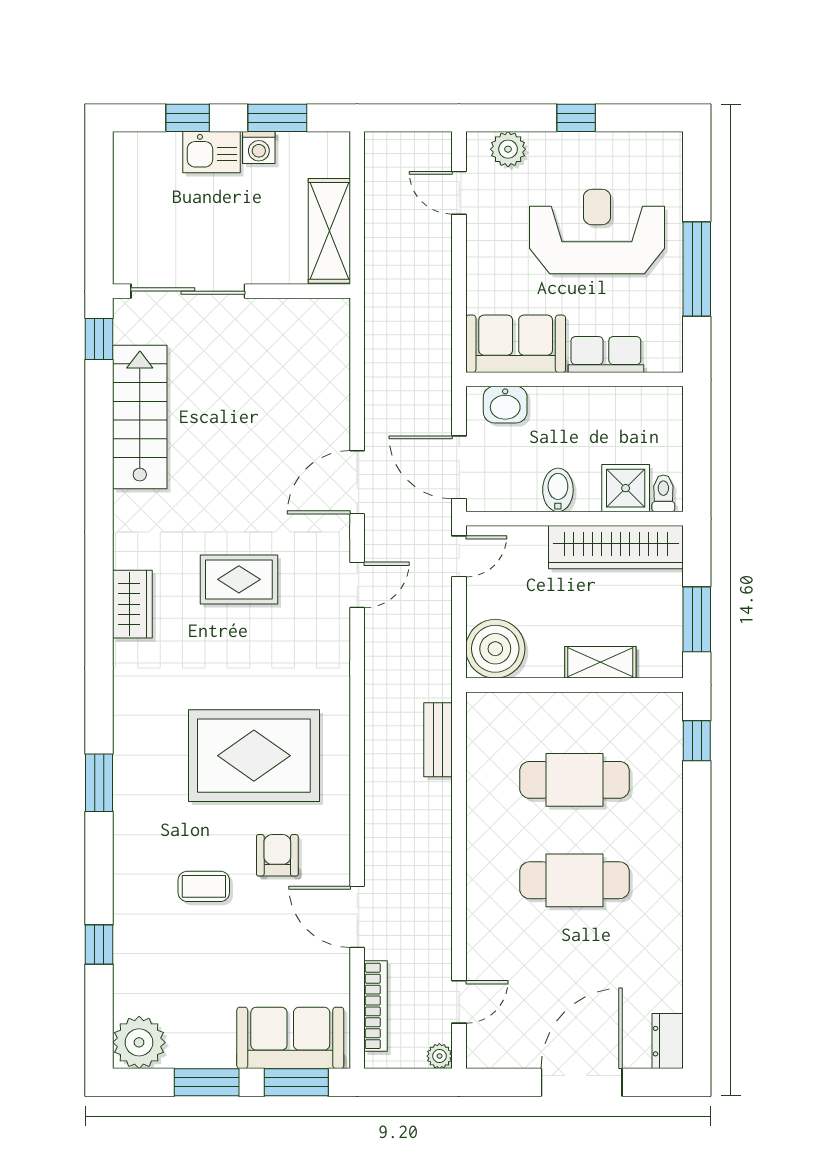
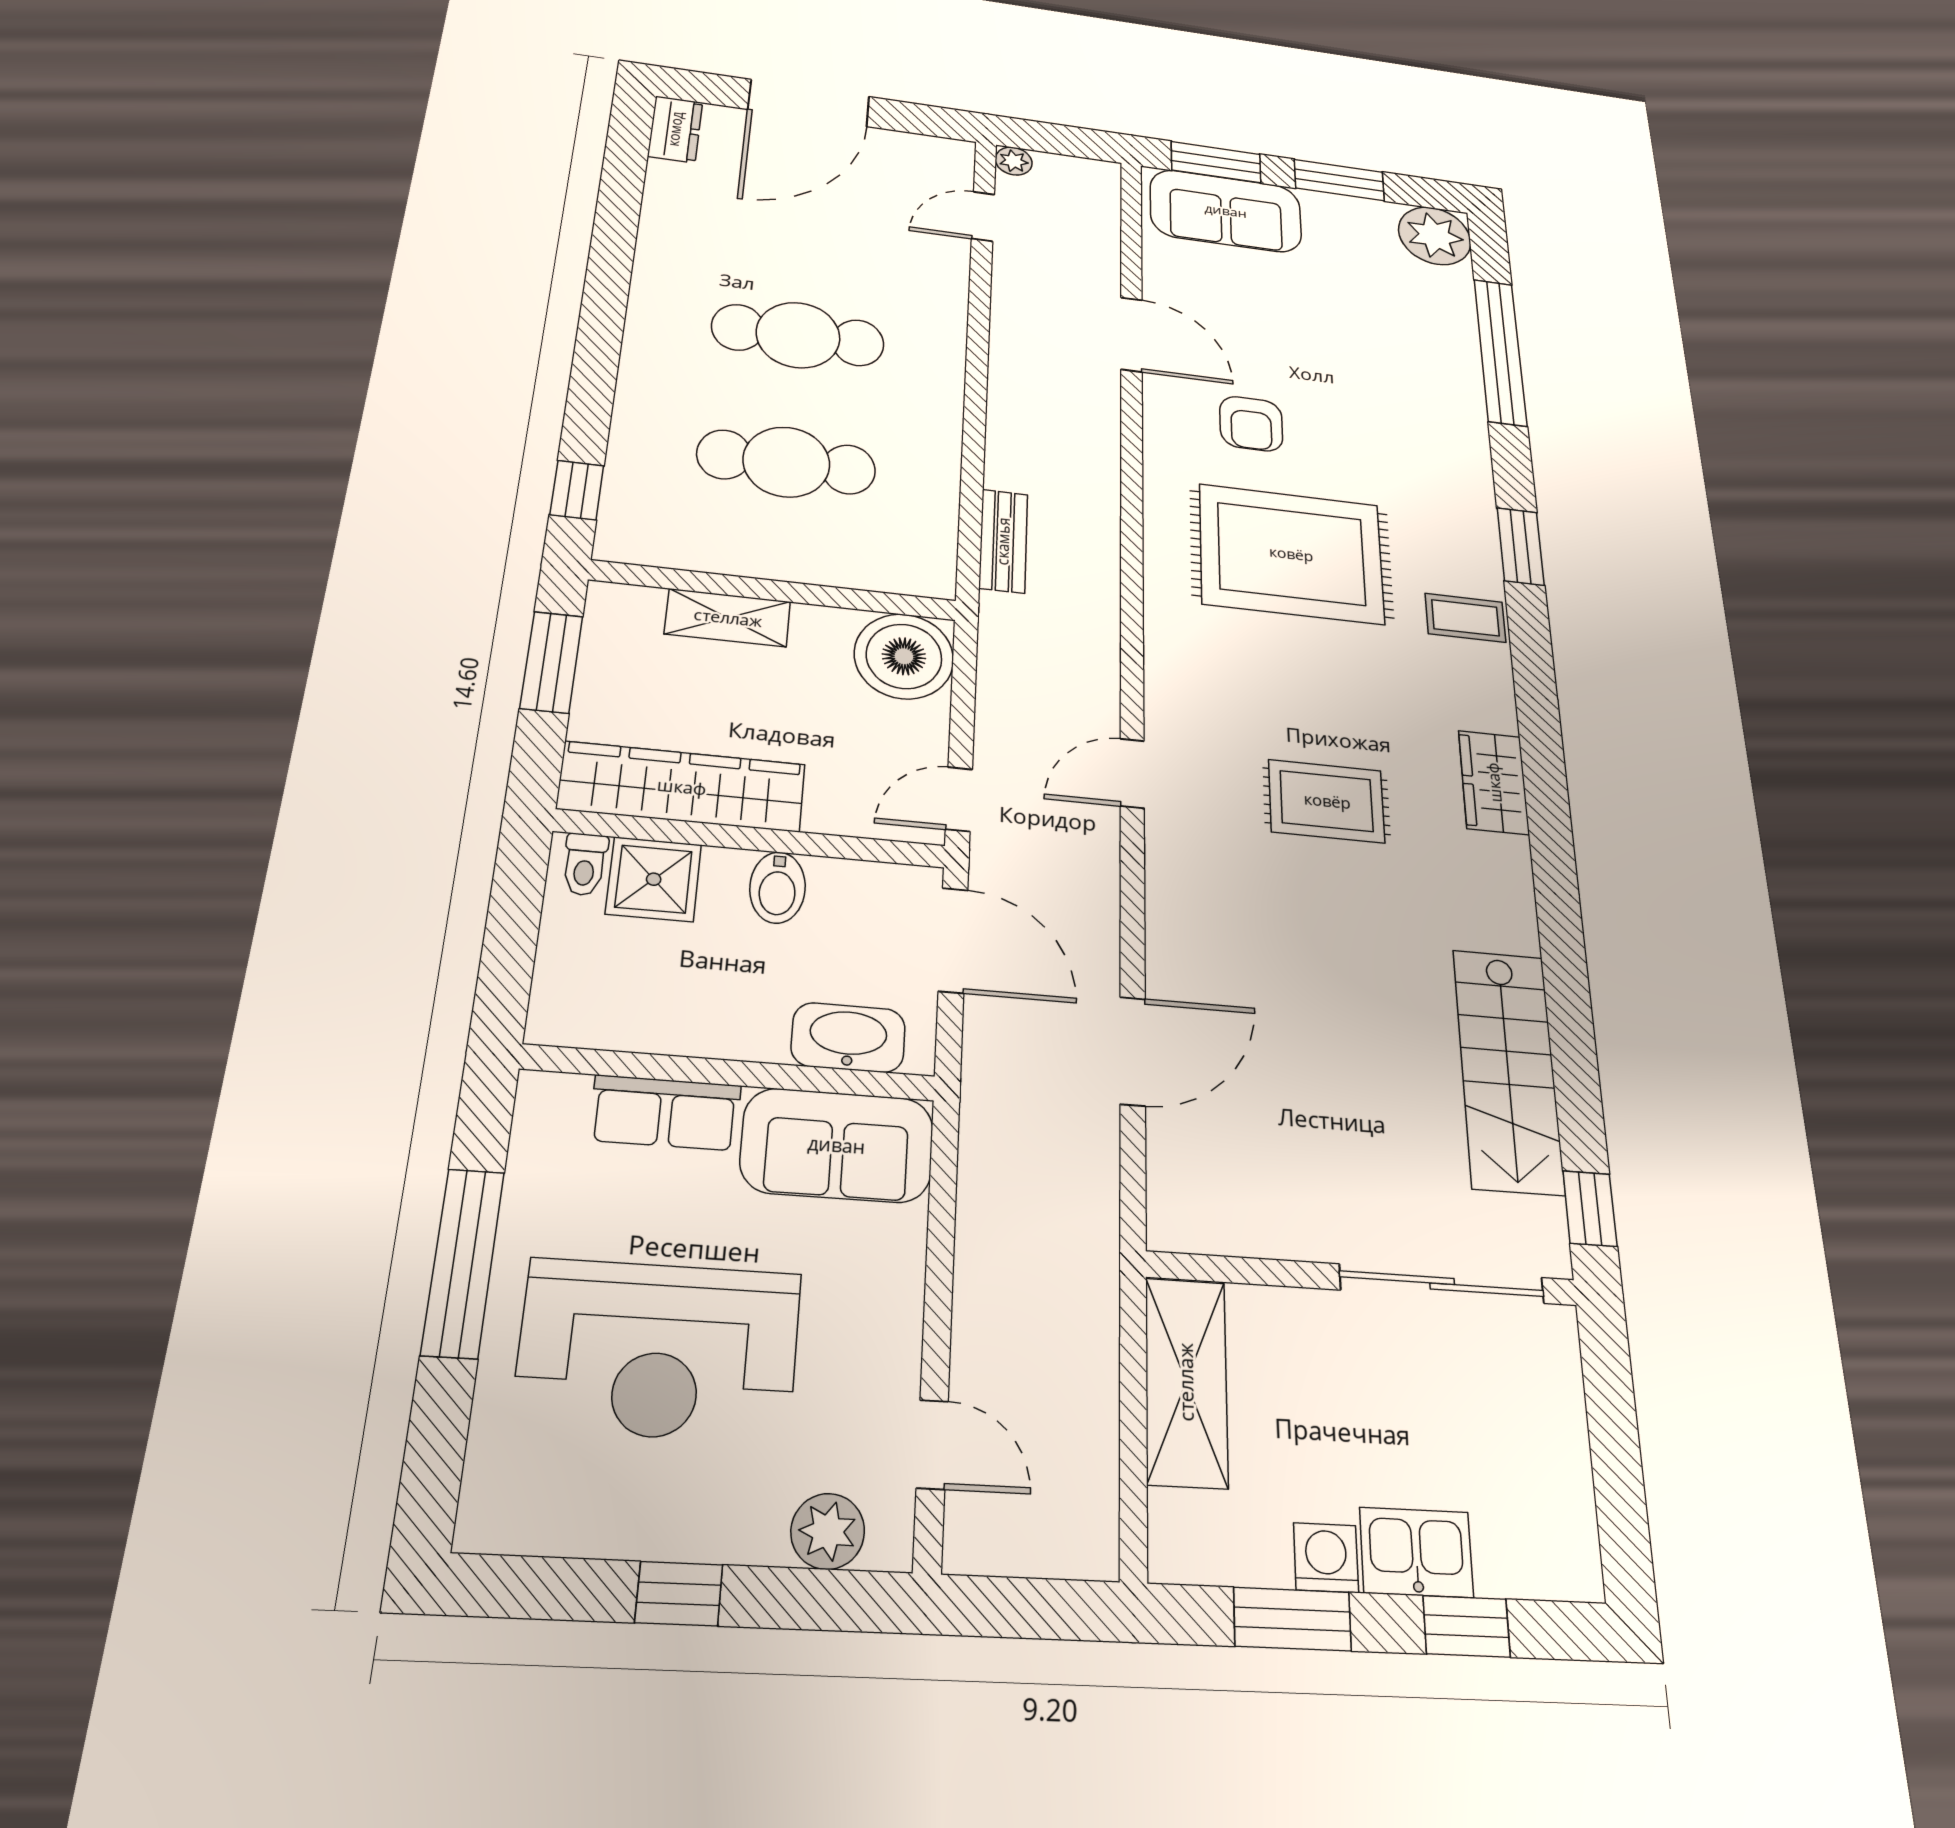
washbasin: (505, 405) -> (848, 1038), width x1.38
door: (357, 482) -> (1133, 1051), moved
coffee table: (204, 886) -> (1465, 618), moved
window: (99, 944) -> (1500, 352), width x3.17
bookcase: (376, 1006) -> (1105, 229), removed

